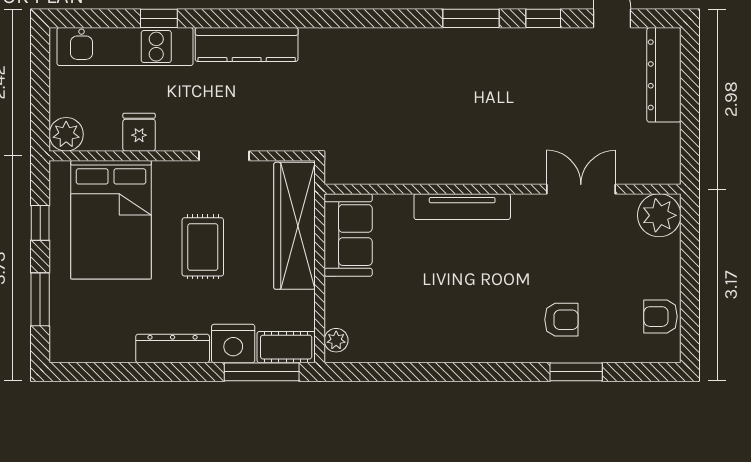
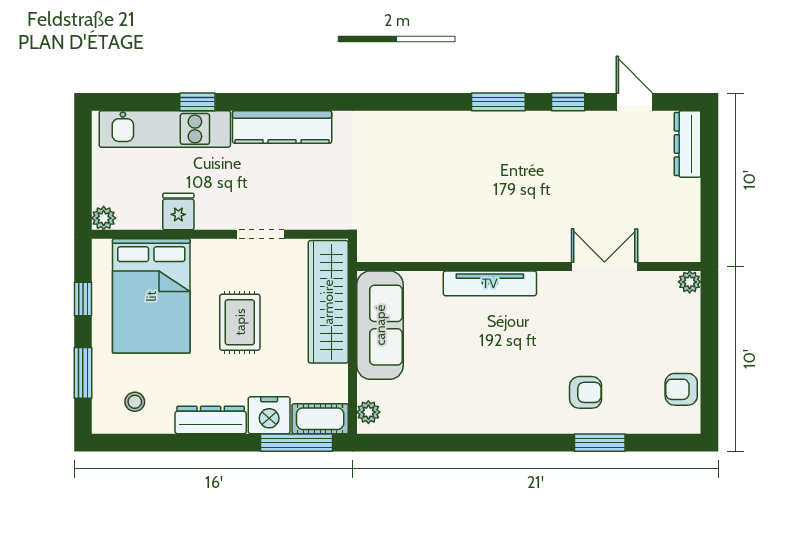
dresser: (664, 75) -> (688, 144), width x0.73, depth x0.80
plant: (66, 134) -> (104, 218), width x0.73, depth x0.73
plant: (659, 215) -> (690, 282), width x0.53, depth x0.53
sofa: (348, 235) -> (380, 325), width x1.36
stool: (94, 329) -> (135, 402), added

